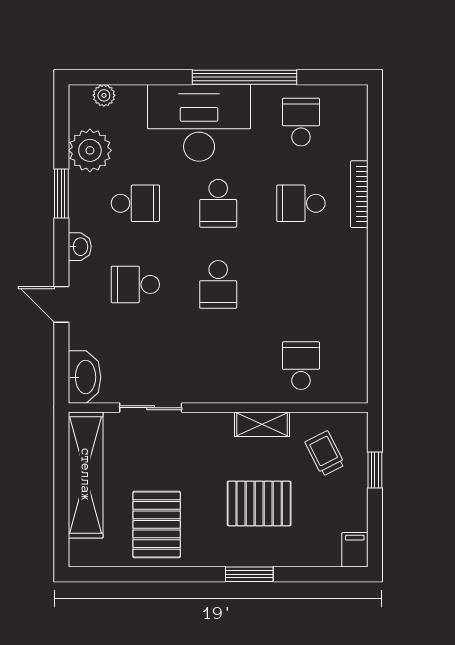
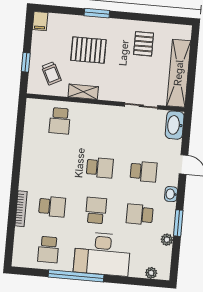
plant: (90, 150) -> (167, 240), width x0.53, depth x0.53
school desk: (218, 284) -> (100, 168), turned 90
pallet: (157, 524) -> (144, 44), width x0.67, depth x0.71

